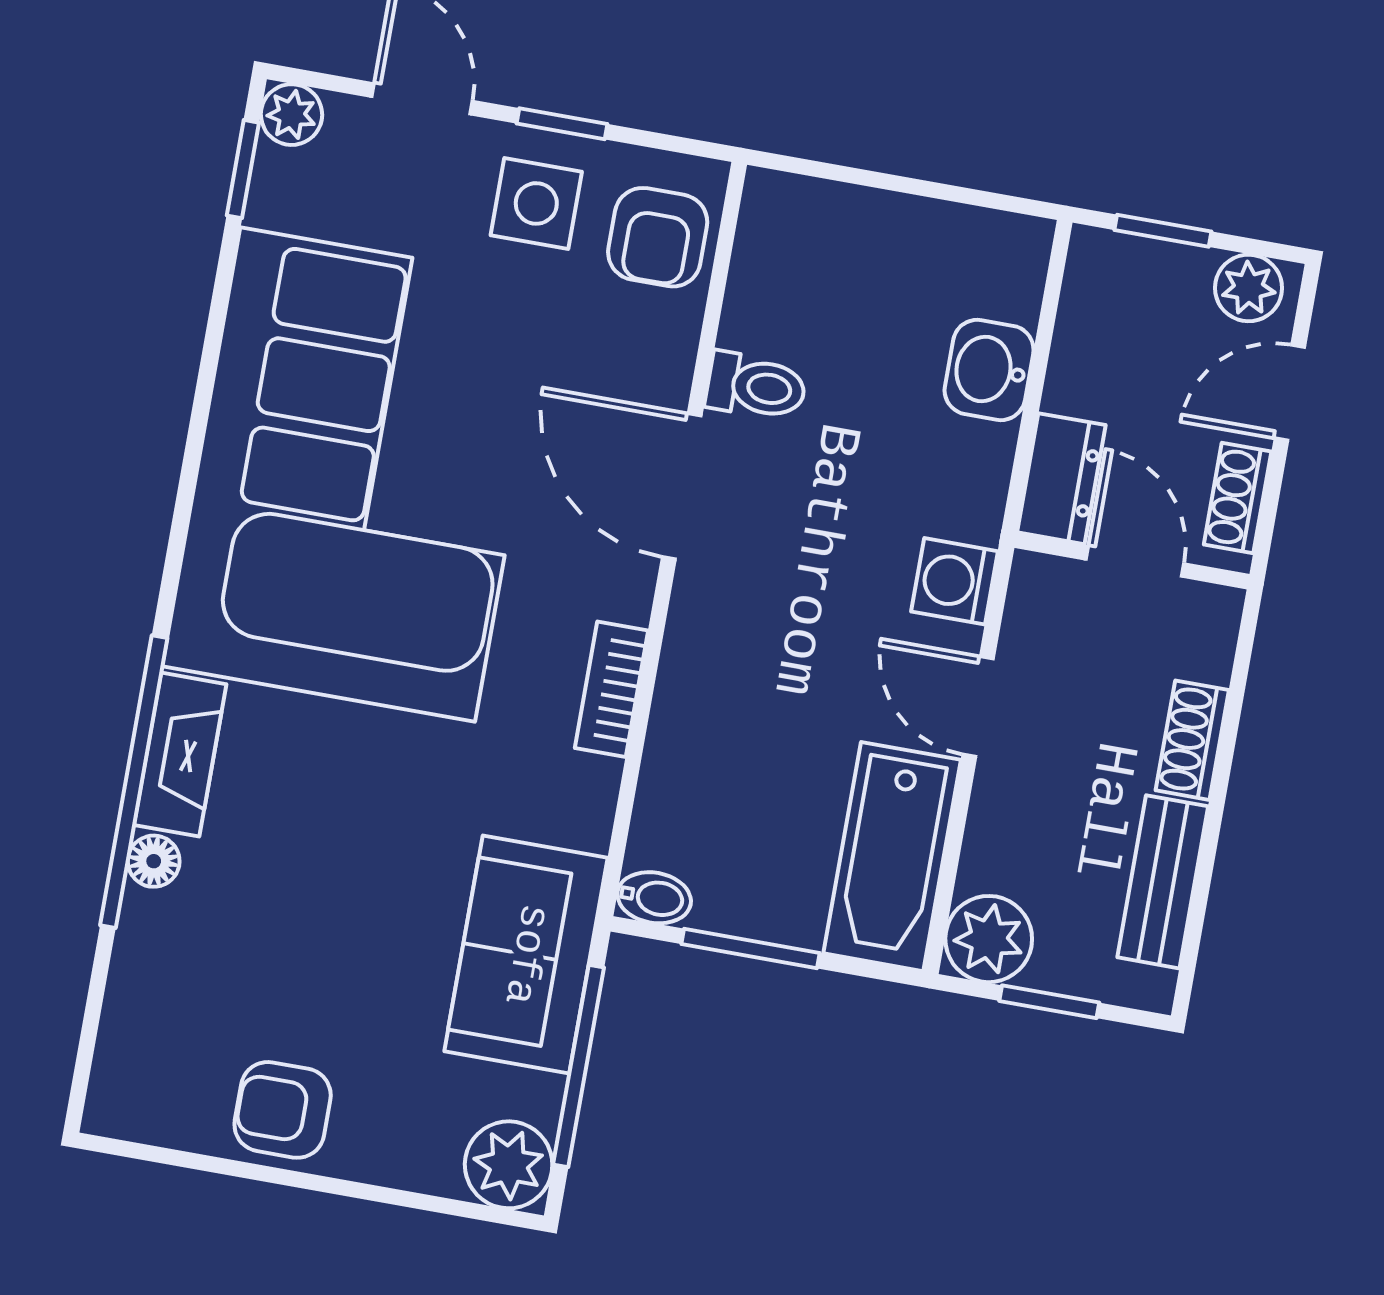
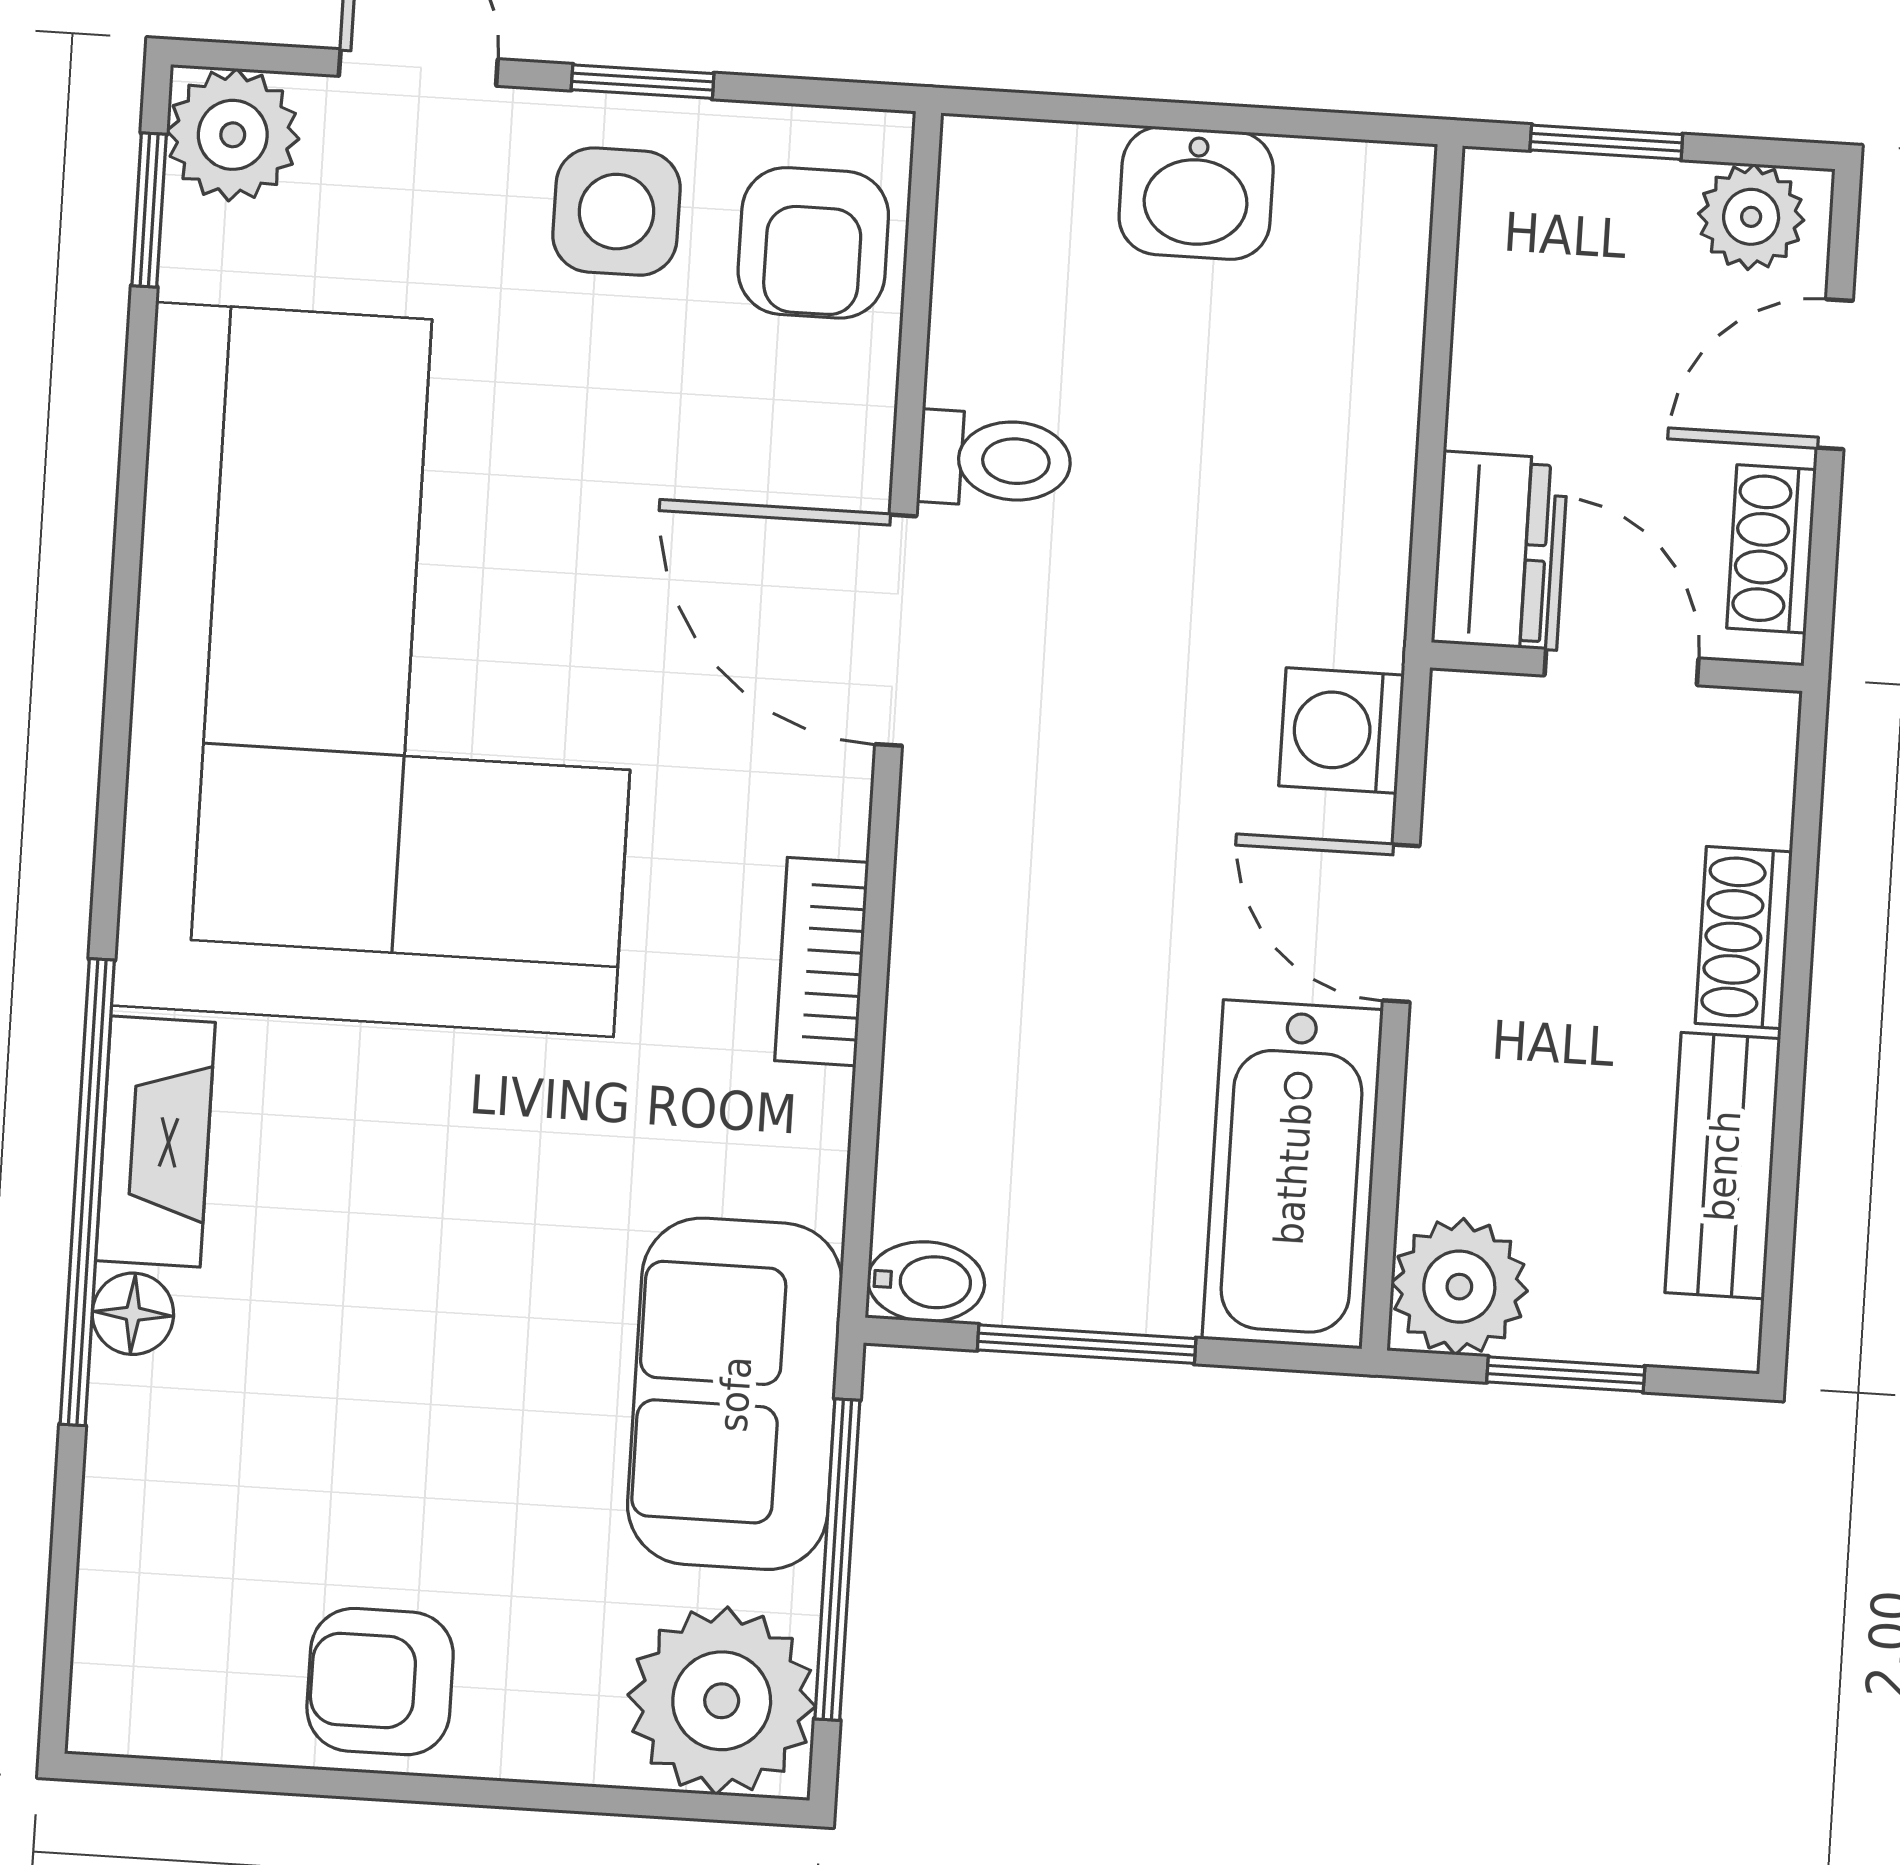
plant: (291, 115) -> (233, 135), width x1.38, depth x1.38
washbasin: (989, 370) -> (1196, 193), moved, turned -90
plant: (509, 1165) -> (722, 1701), width x1.36, depth x1.36

